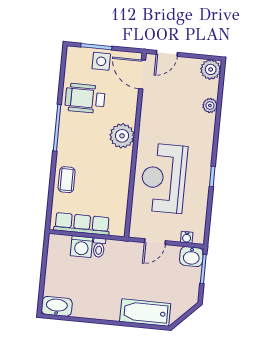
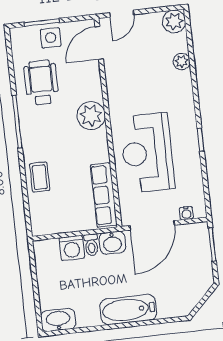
door: (142, 74) -> (99, 43), hinge flipped
wheelchair: (85, 98) -> (41, 83), turned 90
row of seats: (82, 224) -> (104, 195), moved, turned -90
door: (155, 242) -> (152, 225), width x1.88
washbasin: (191, 257) -> (112, 243), moved
bathtub: (145, 313) -> (128, 310), moved

